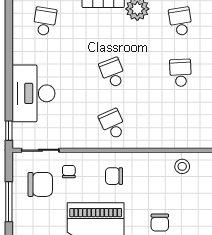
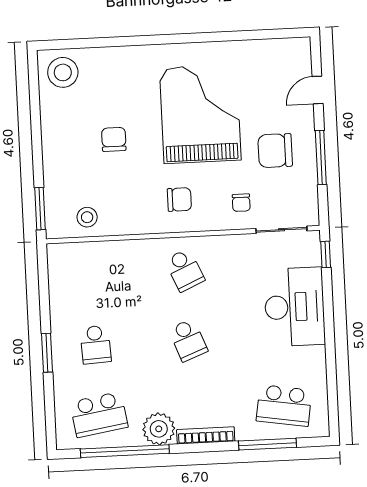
school desk: (45, 21) -> (284, 405), width x1.85
school desk: (181, 21) -> (99, 415), width x1.85
chair: (40, 184) -> (275, 151), moved

